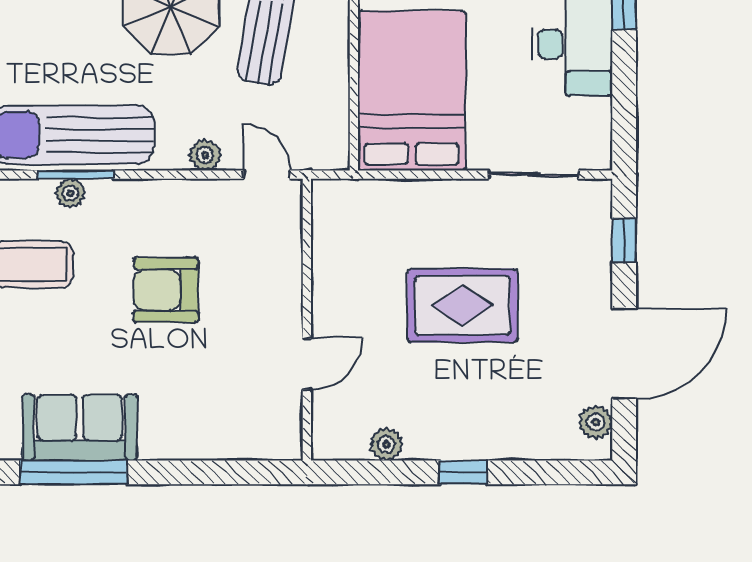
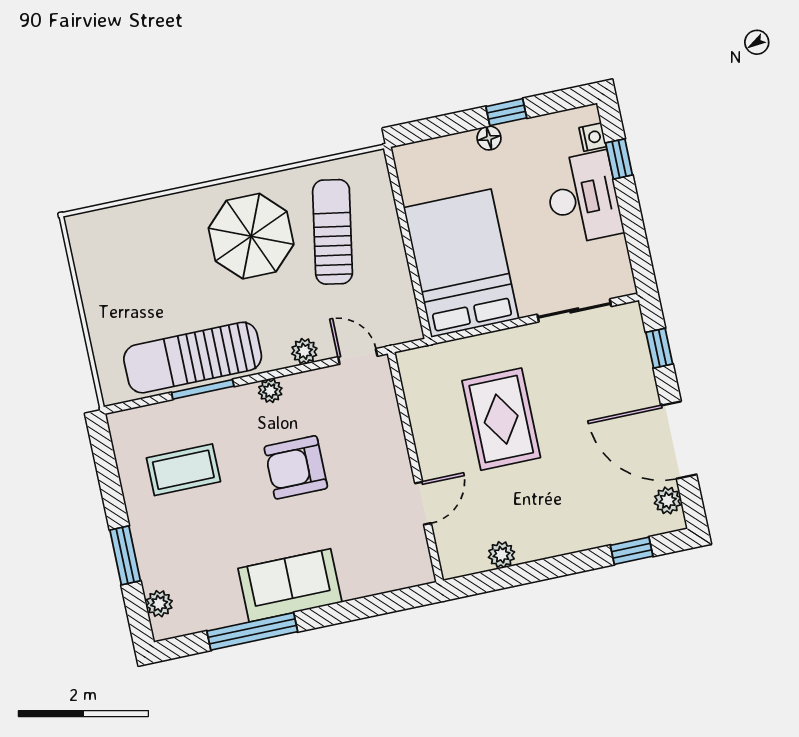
plant: (70, 193) -> (270, 391), moved
rug: (462, 306) -> (501, 419), moved, turned 90
door: (624, 354) -> (679, 440), swing flipped
sofa: (80, 427) -> (290, 585), moved
window: (463, 472) -> (632, 551), moved

